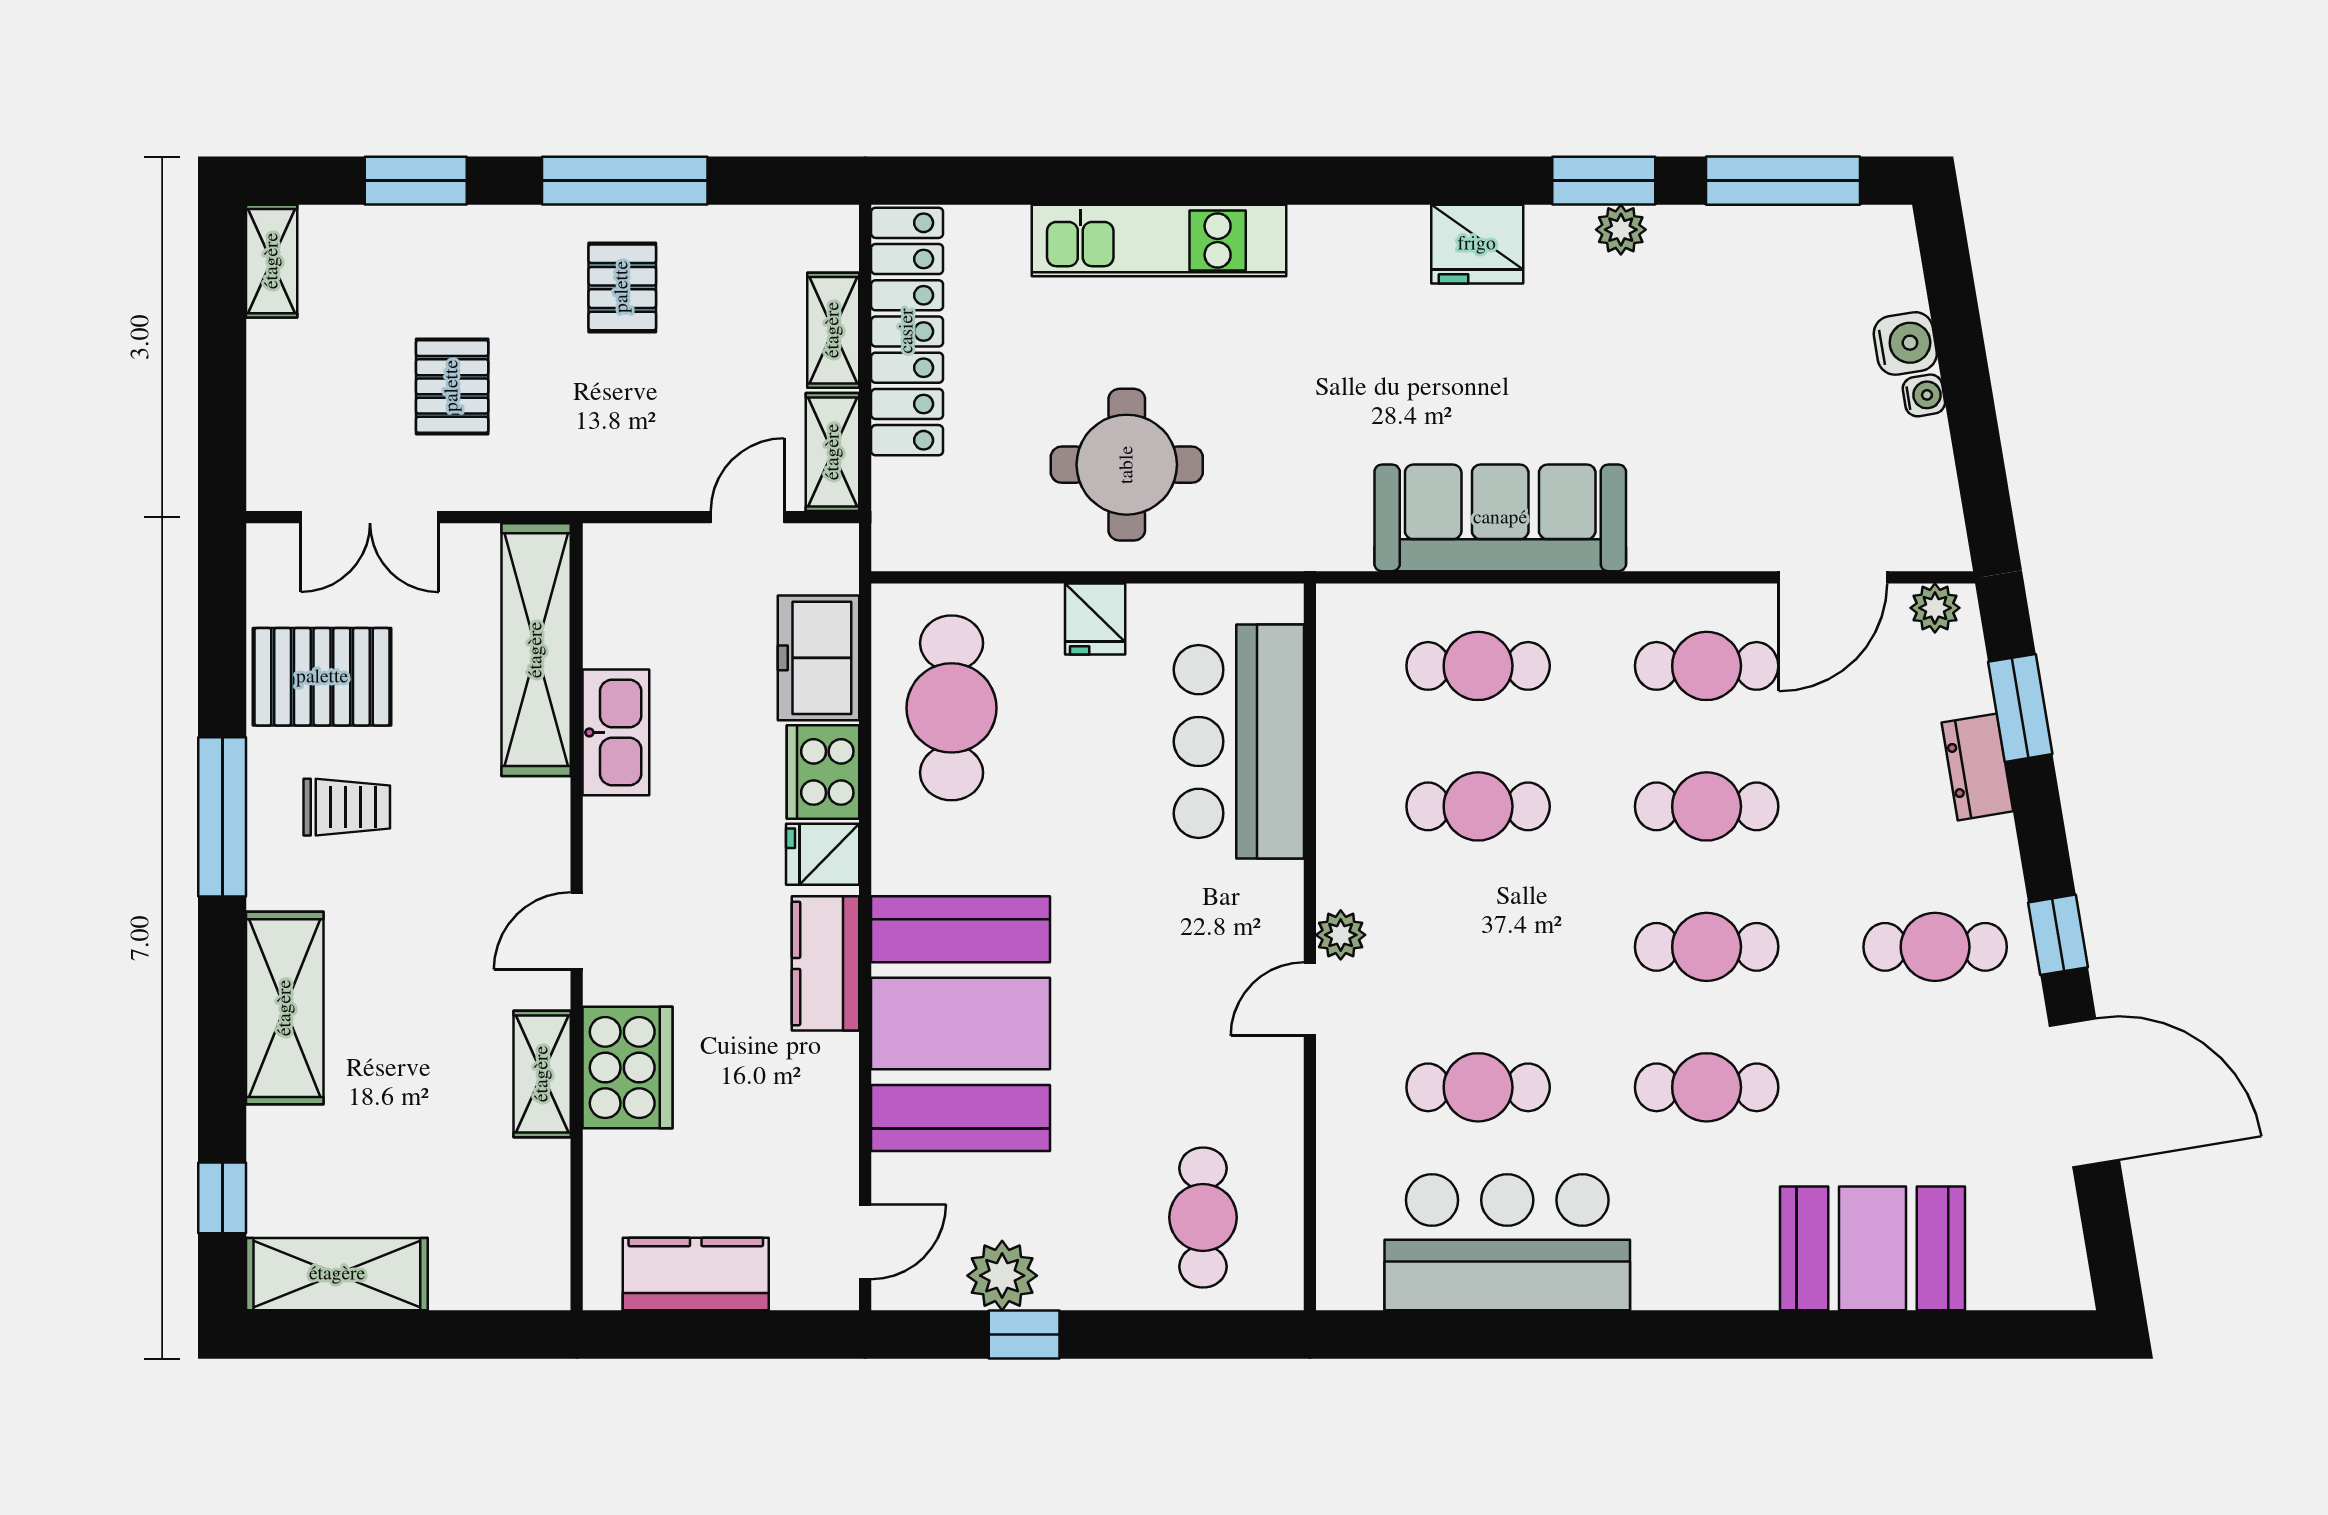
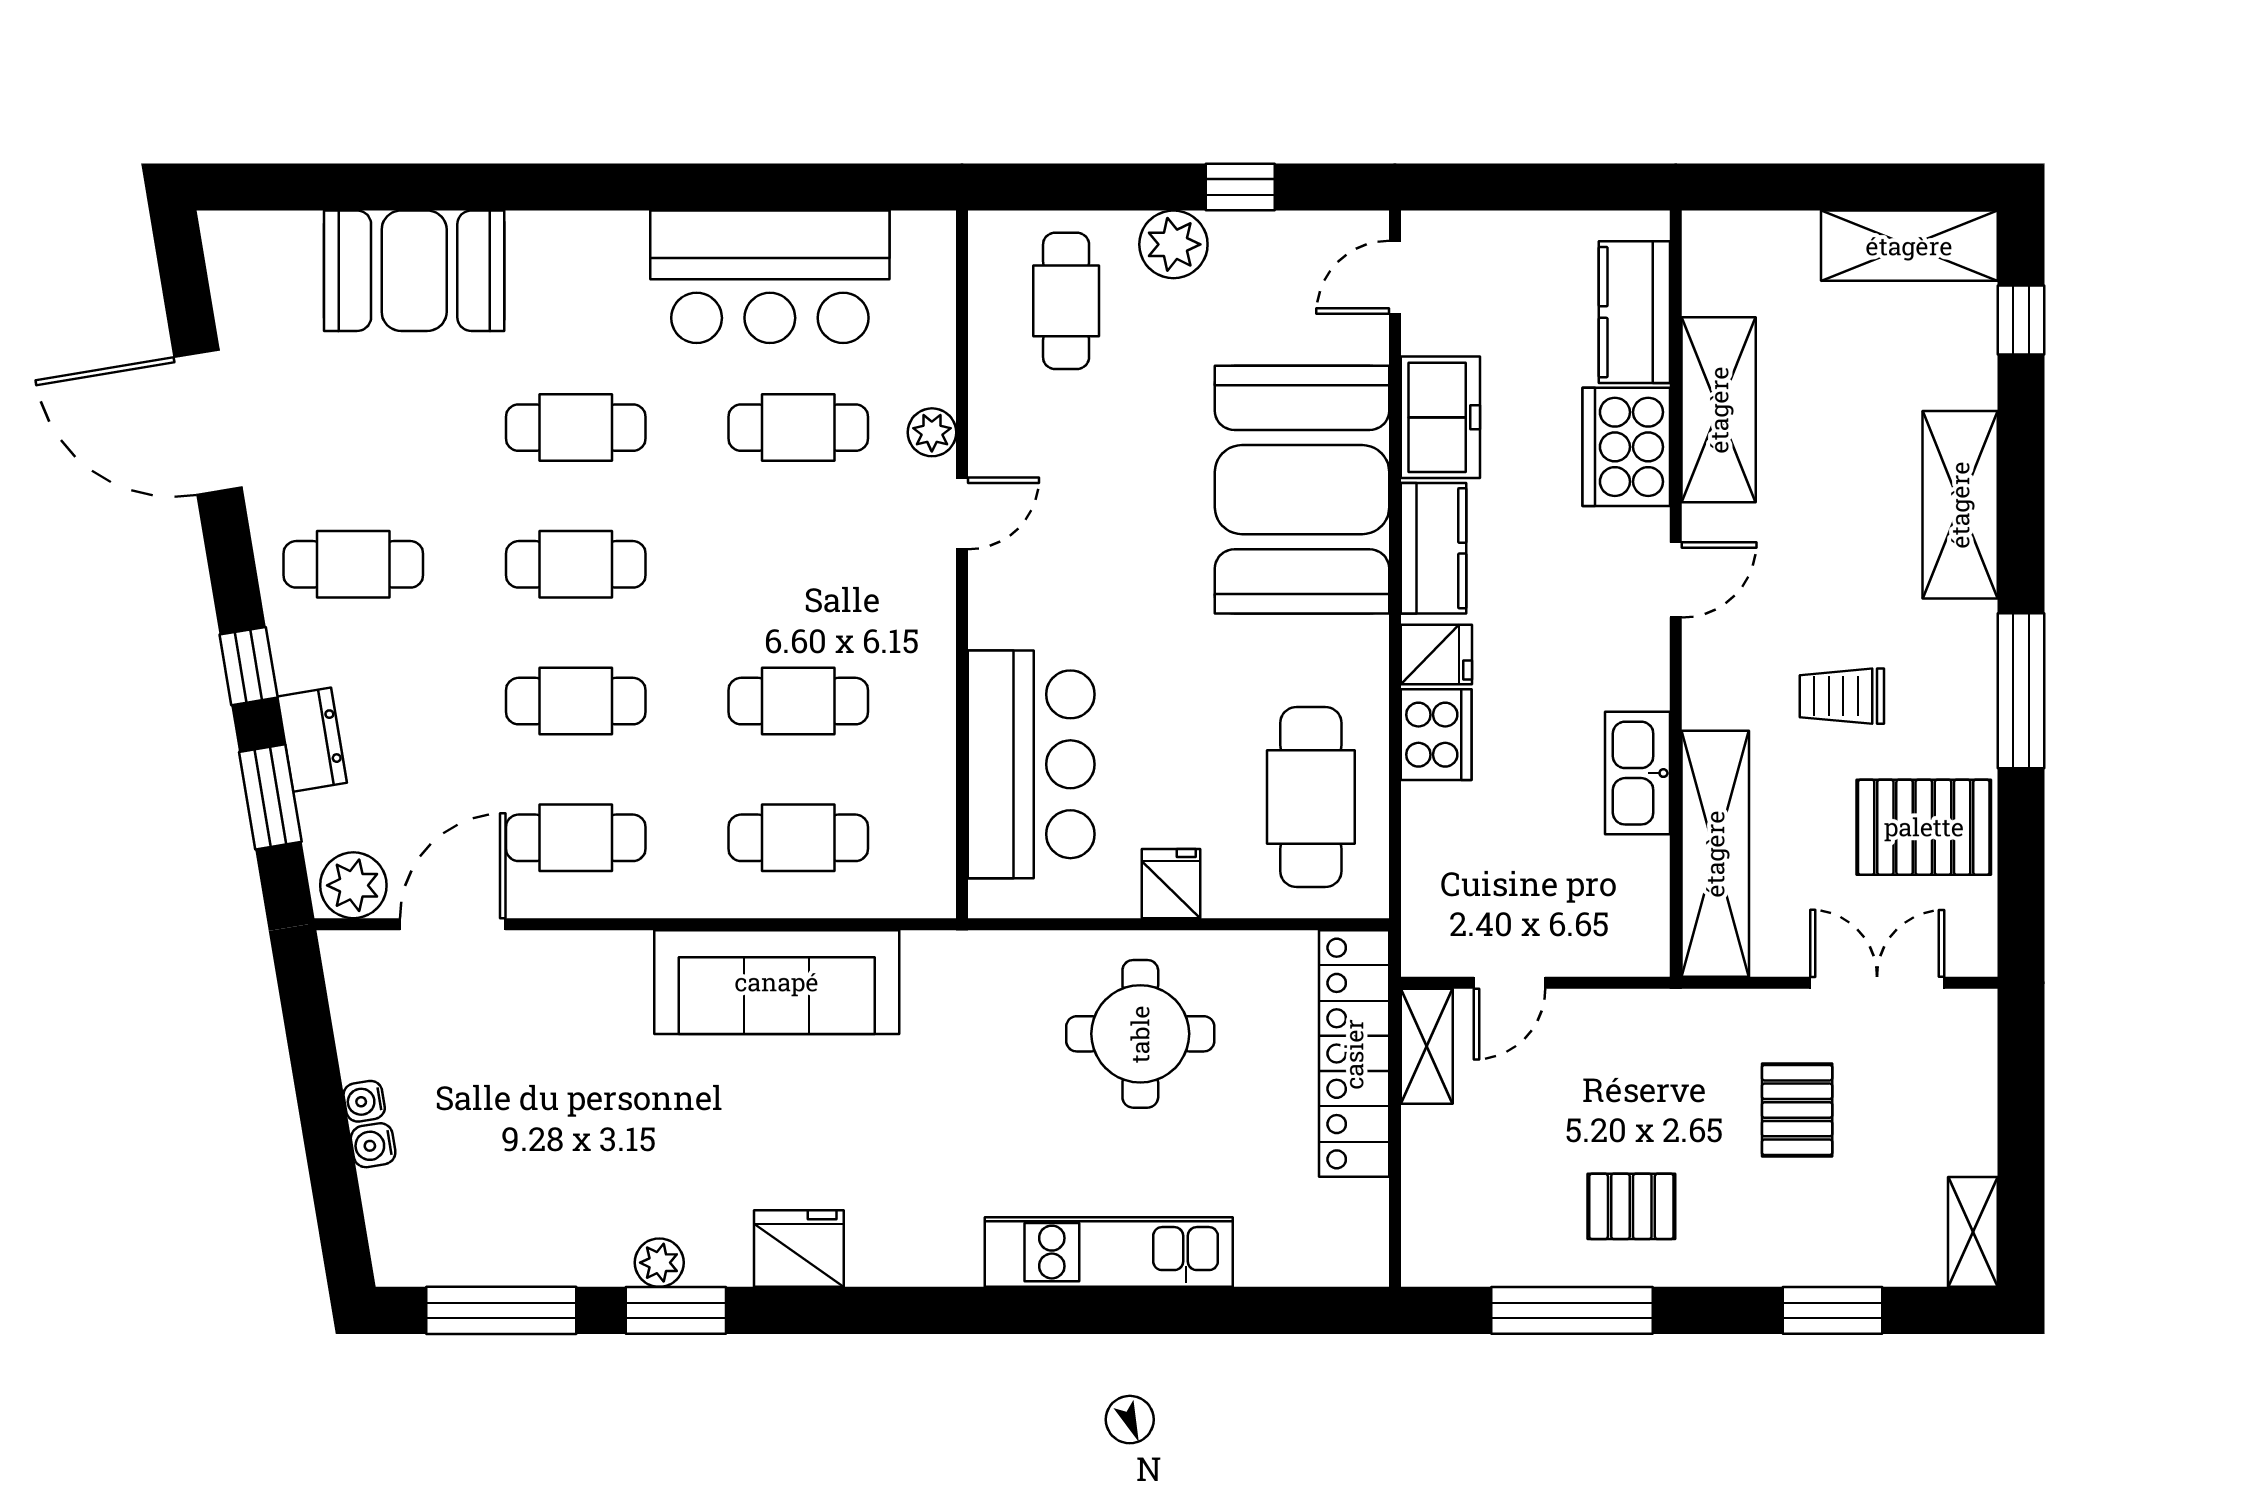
window: (625, 181) -> (1572, 1310), moved
pallet: (622, 287) -> (1631, 1206), turned 90
shelving: (833, 330) -> (1426, 1165), removed
locker: (907, 331) -> (1354, 1054), moved
water cooler: (1905, 343) -> (373, 1145), width x0.72, depth x0.72
plant: (1935, 608) -> (353, 885), width x1.38, depth x1.38
freezer: (819, 658) -> (1440, 417), moved
trolley: (347, 807) -> (1842, 696), moved
plant: (1341, 935) -> (932, 432), moved
window: (2058, 935) -> (249, 666), moved
shelving: (542, 1074) -> (1719, 410), width x1.50, depth x1.33
kitchen counter: (696, 1274) -> (1634, 312), moved, turned 90
plant: (1002, 1276) -> (1173, 244), moved

